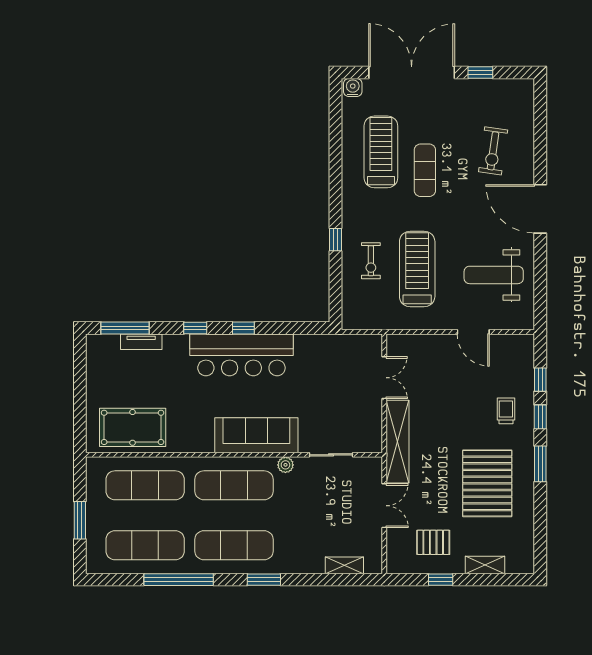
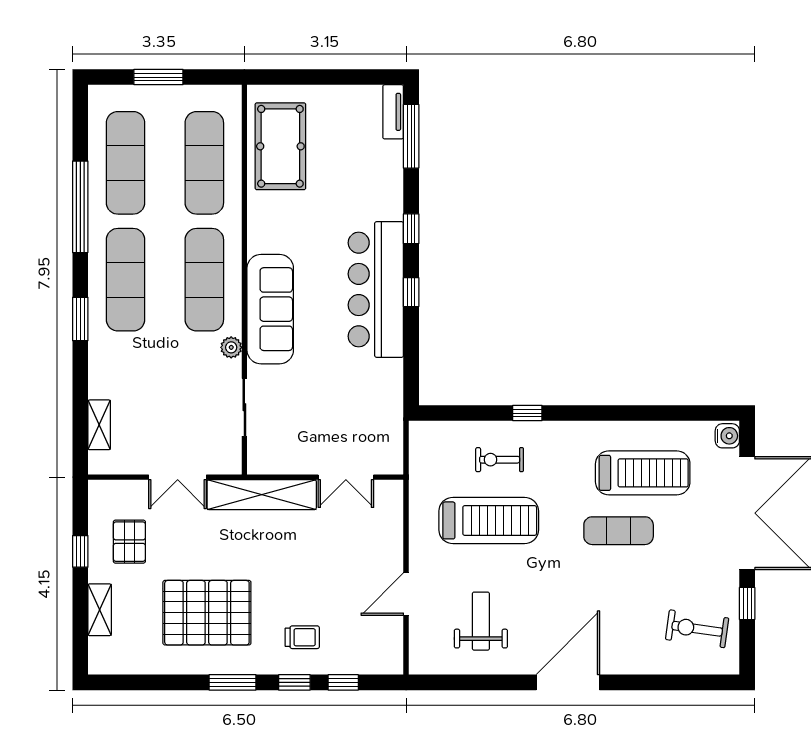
exercise bike: (493, 151) -> (697, 629), moved
weight bench: (494, 275) -> (481, 621), width x0.73, depth x0.75
tv unit: (141, 342) -> (393, 112), moved

